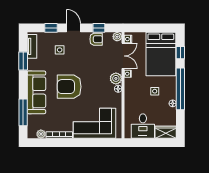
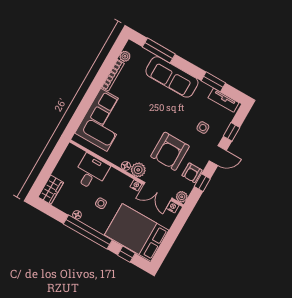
armchair: (69, 87) -> (170, 151), moved, turned 180
desk: (143, 126) -> (91, 172), moved, turned 90

